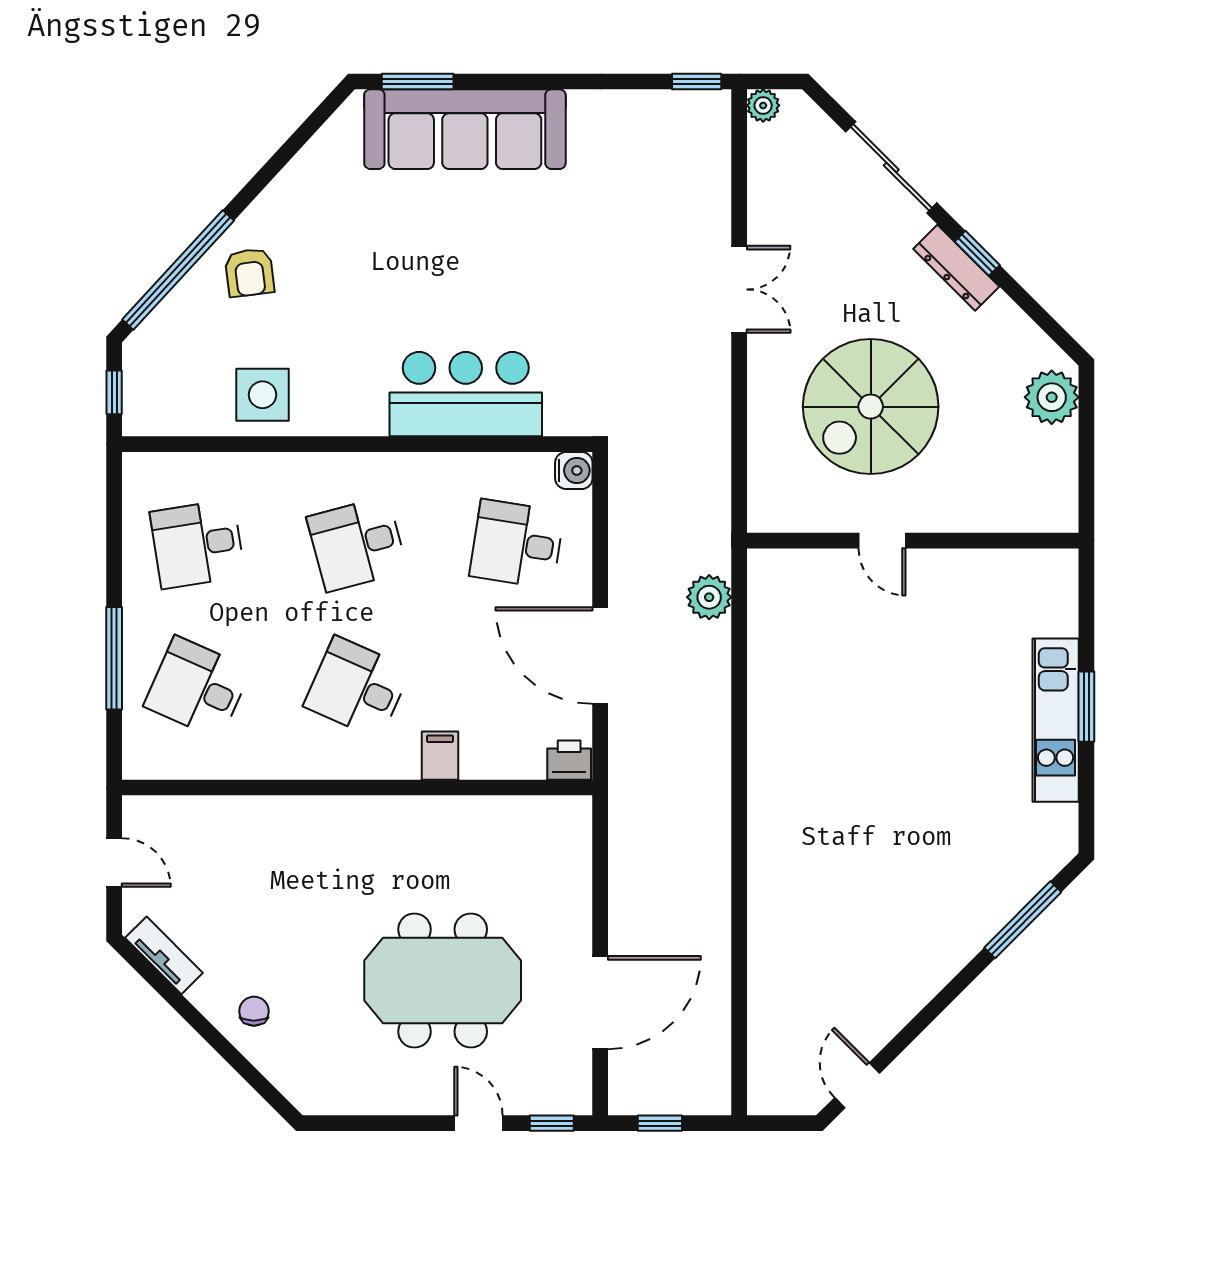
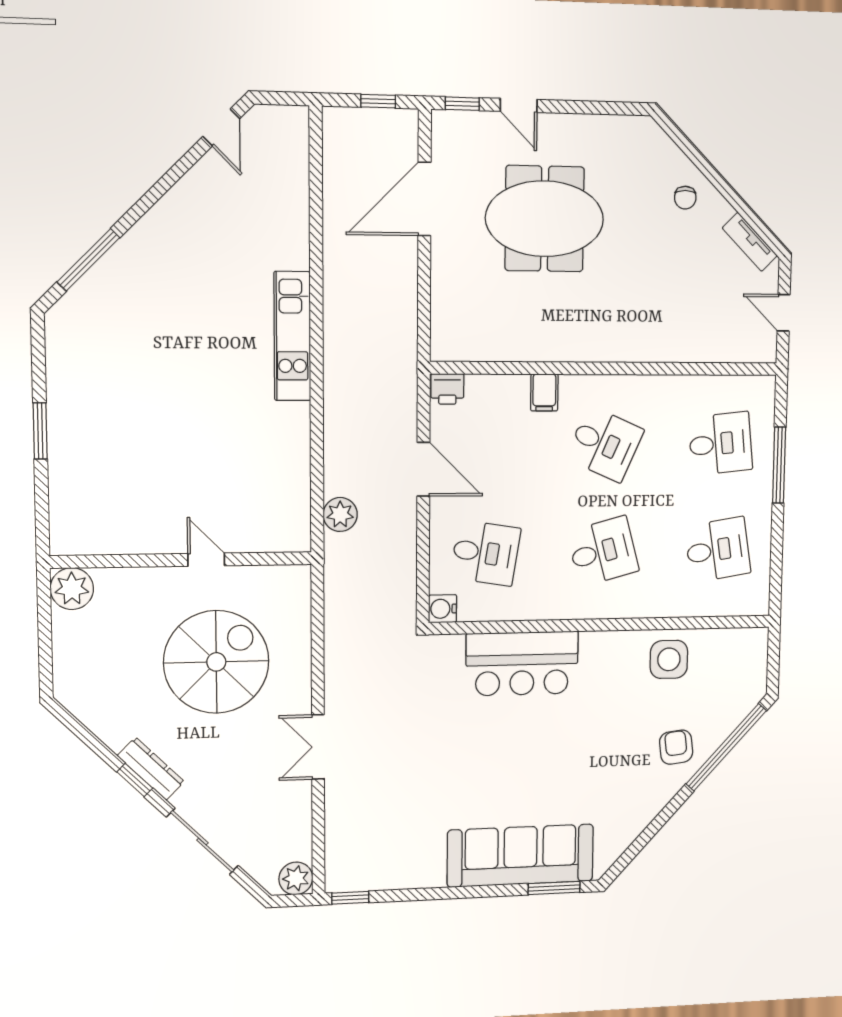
plant: (763, 105) -> (296, 878), width x1.38, depth x1.38
window: (114, 392) -> (773, 658), removed
plant: (1052, 397) -> (72, 589), moved
door: (600, 656) -> (423, 469), width x0.73
desk: (197, 688) -> (720, 444), turned -30
kitchen unit: (1056, 720) -> (292, 336), moved, turned 180

